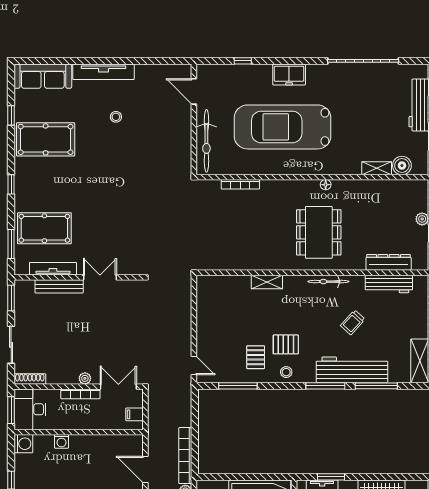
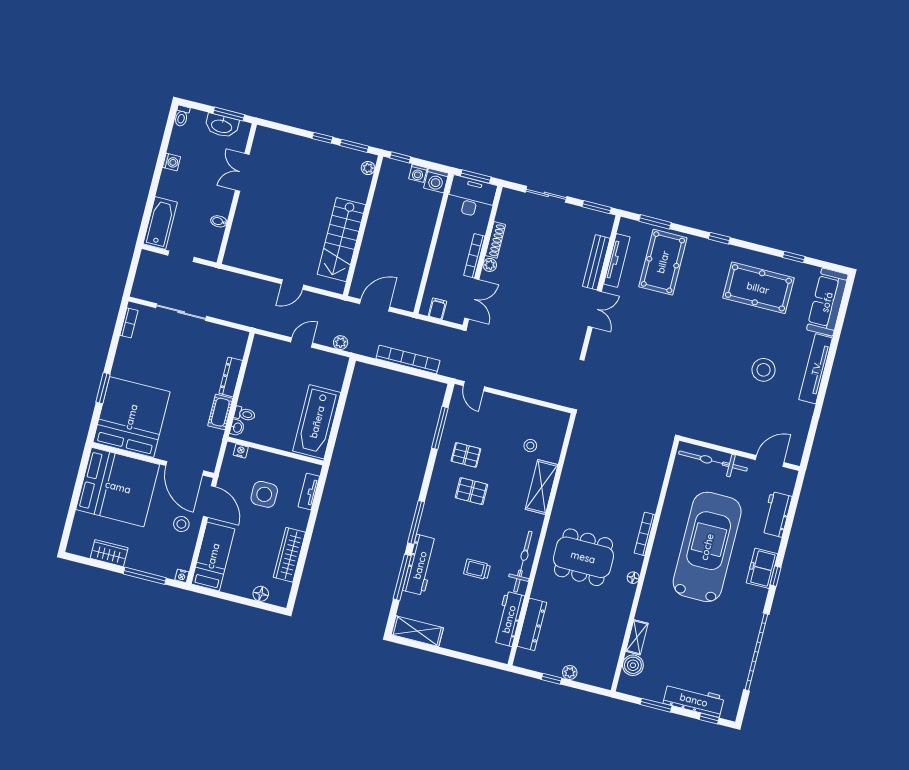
window: (243, 61) -> (776, 576), moved
workbench: (239, 74) -> (776, 514), added
stool: (116, 117) -> (764, 370), width x1.89, depth x1.89
pool table: (46, 139) -> (758, 288), turned 90
bookcase: (240, 184) -> (645, 534), moved
shelving: (267, 282) -> (542, 487), width x1.50, depth x1.33
bicycle: (328, 282) -> (523, 562), width x1.37, depth x1.40
trolley: (353, 322) -> (477, 569), turned -42
pallet: (286, 344) -> (472, 491), turned 90
door: (194, 365) -> (474, 386), hinge flipped
workbench: (352, 370) -> (420, 565), width x0.73, depth x0.76
stool: (286, 372) -> (530, 446), moved
shoe rack: (30, 379) -> (495, 240), moved
washing machine: (61, 441) -> (418, 173), moved, turned -90
bookcase: (185, 456) -> (408, 360), moved
window: (331, 477) -> (316, 504), removed

